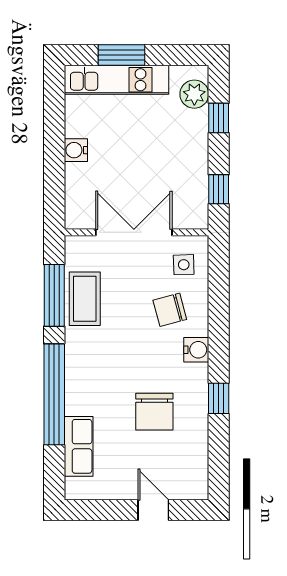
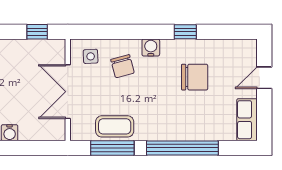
row of seats: (79, 446) -> (247, 120), moved, turned -90

